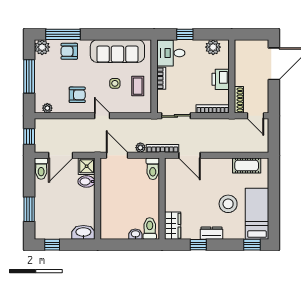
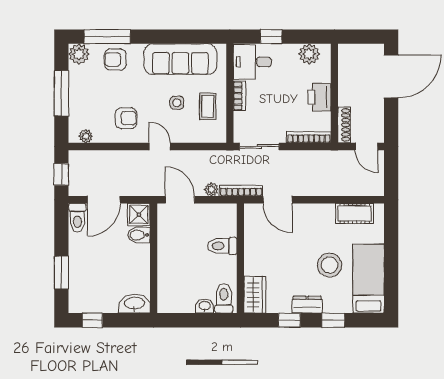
toilet: (153, 169) -> (222, 246), moved, turned 90
window: (252, 245) -> (333, 320), moved

